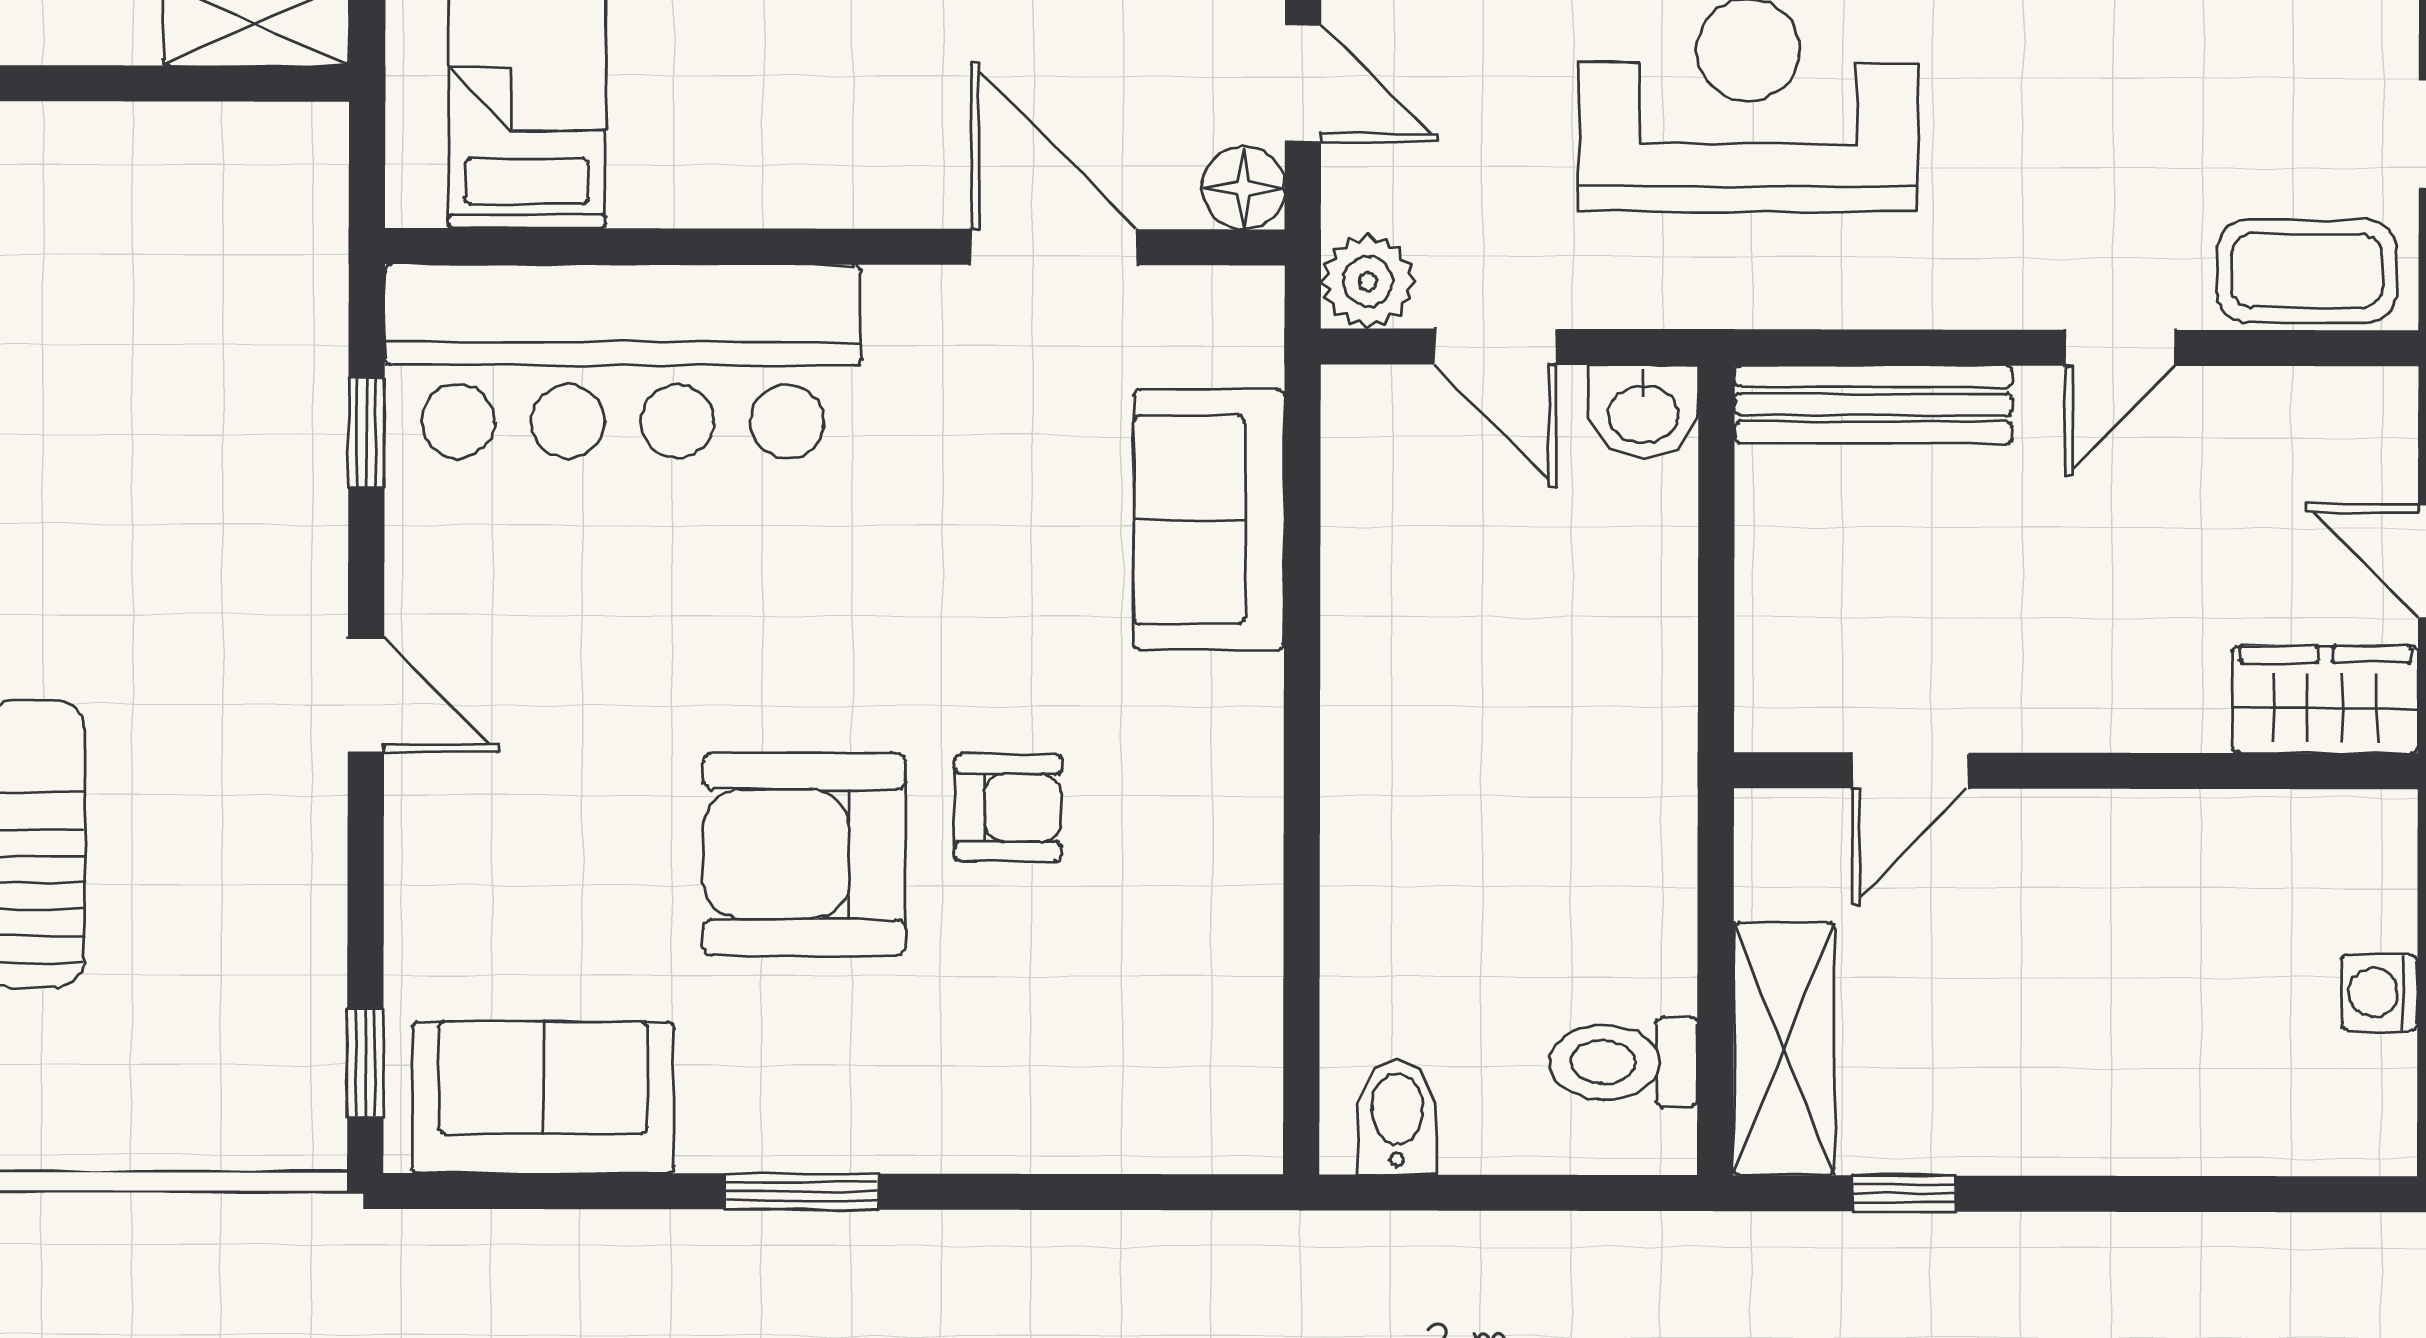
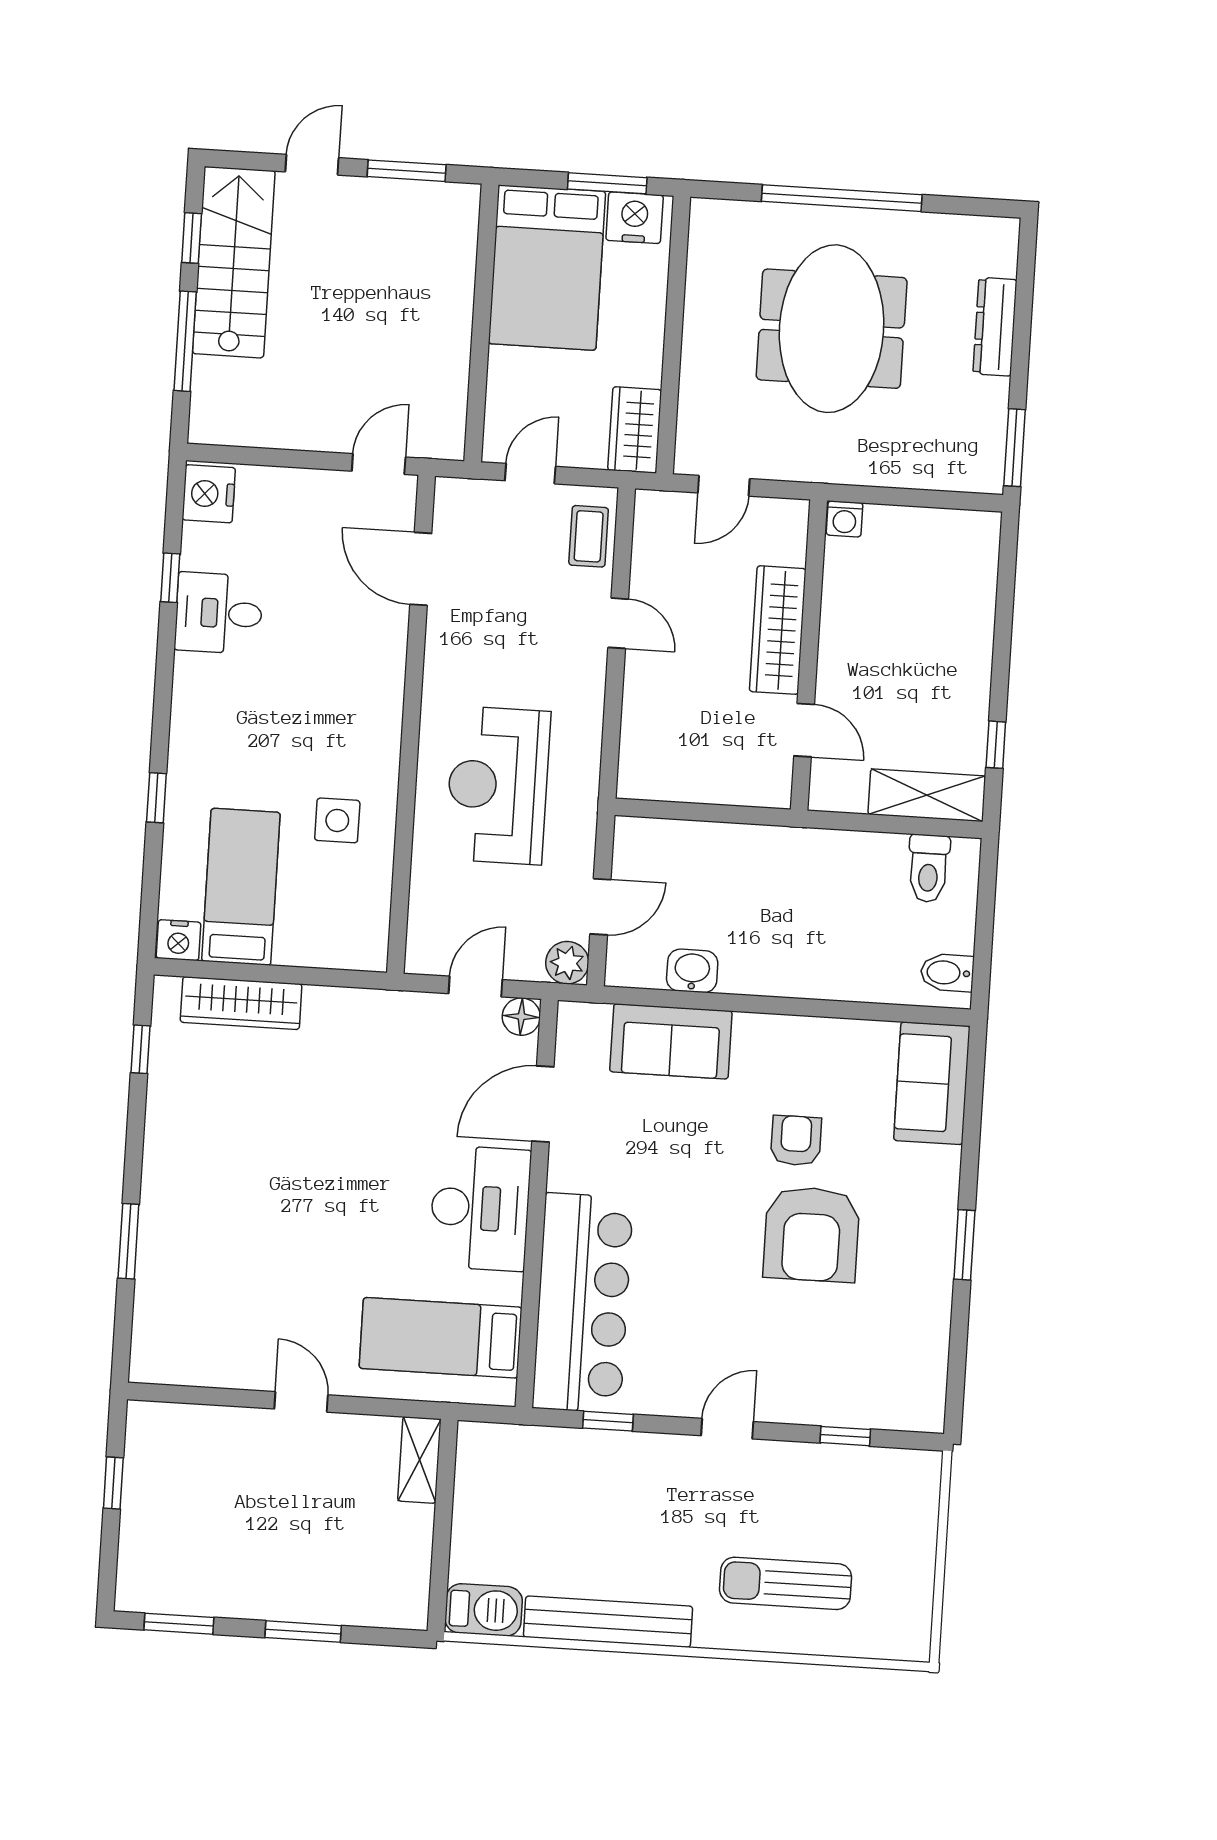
desk: (817, 123) -> (480, 1208), added
coffee table: (2307, 271) -> (589, 536), width x0.73, depth x0.77
bench: (1873, 404) -> (637, 737), removed
washbasin: (1643, 412) -> (692, 971), moved, turned -90
wardrobe: (2325, 699) -> (778, 630), moved, width x1.50
washing machine: (2379, 992) -> (845, 519), moved
window: (365, 1063) -> (845, 1436), moved
sofa: (543, 1097) -> (932, 1083), moved

